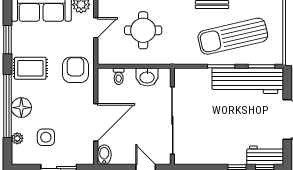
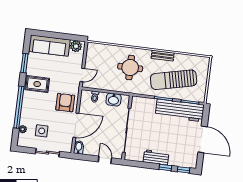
door: (96, 28) -> (82, 75), moved
round table: (143, 30) -> (130, 68), moved
armchair: (75, 70) -> (65, 103), moved
floor lamp: (21, 108) -> (28, 109), removed
workbench: (265, 155) -> (156, 157), moved

